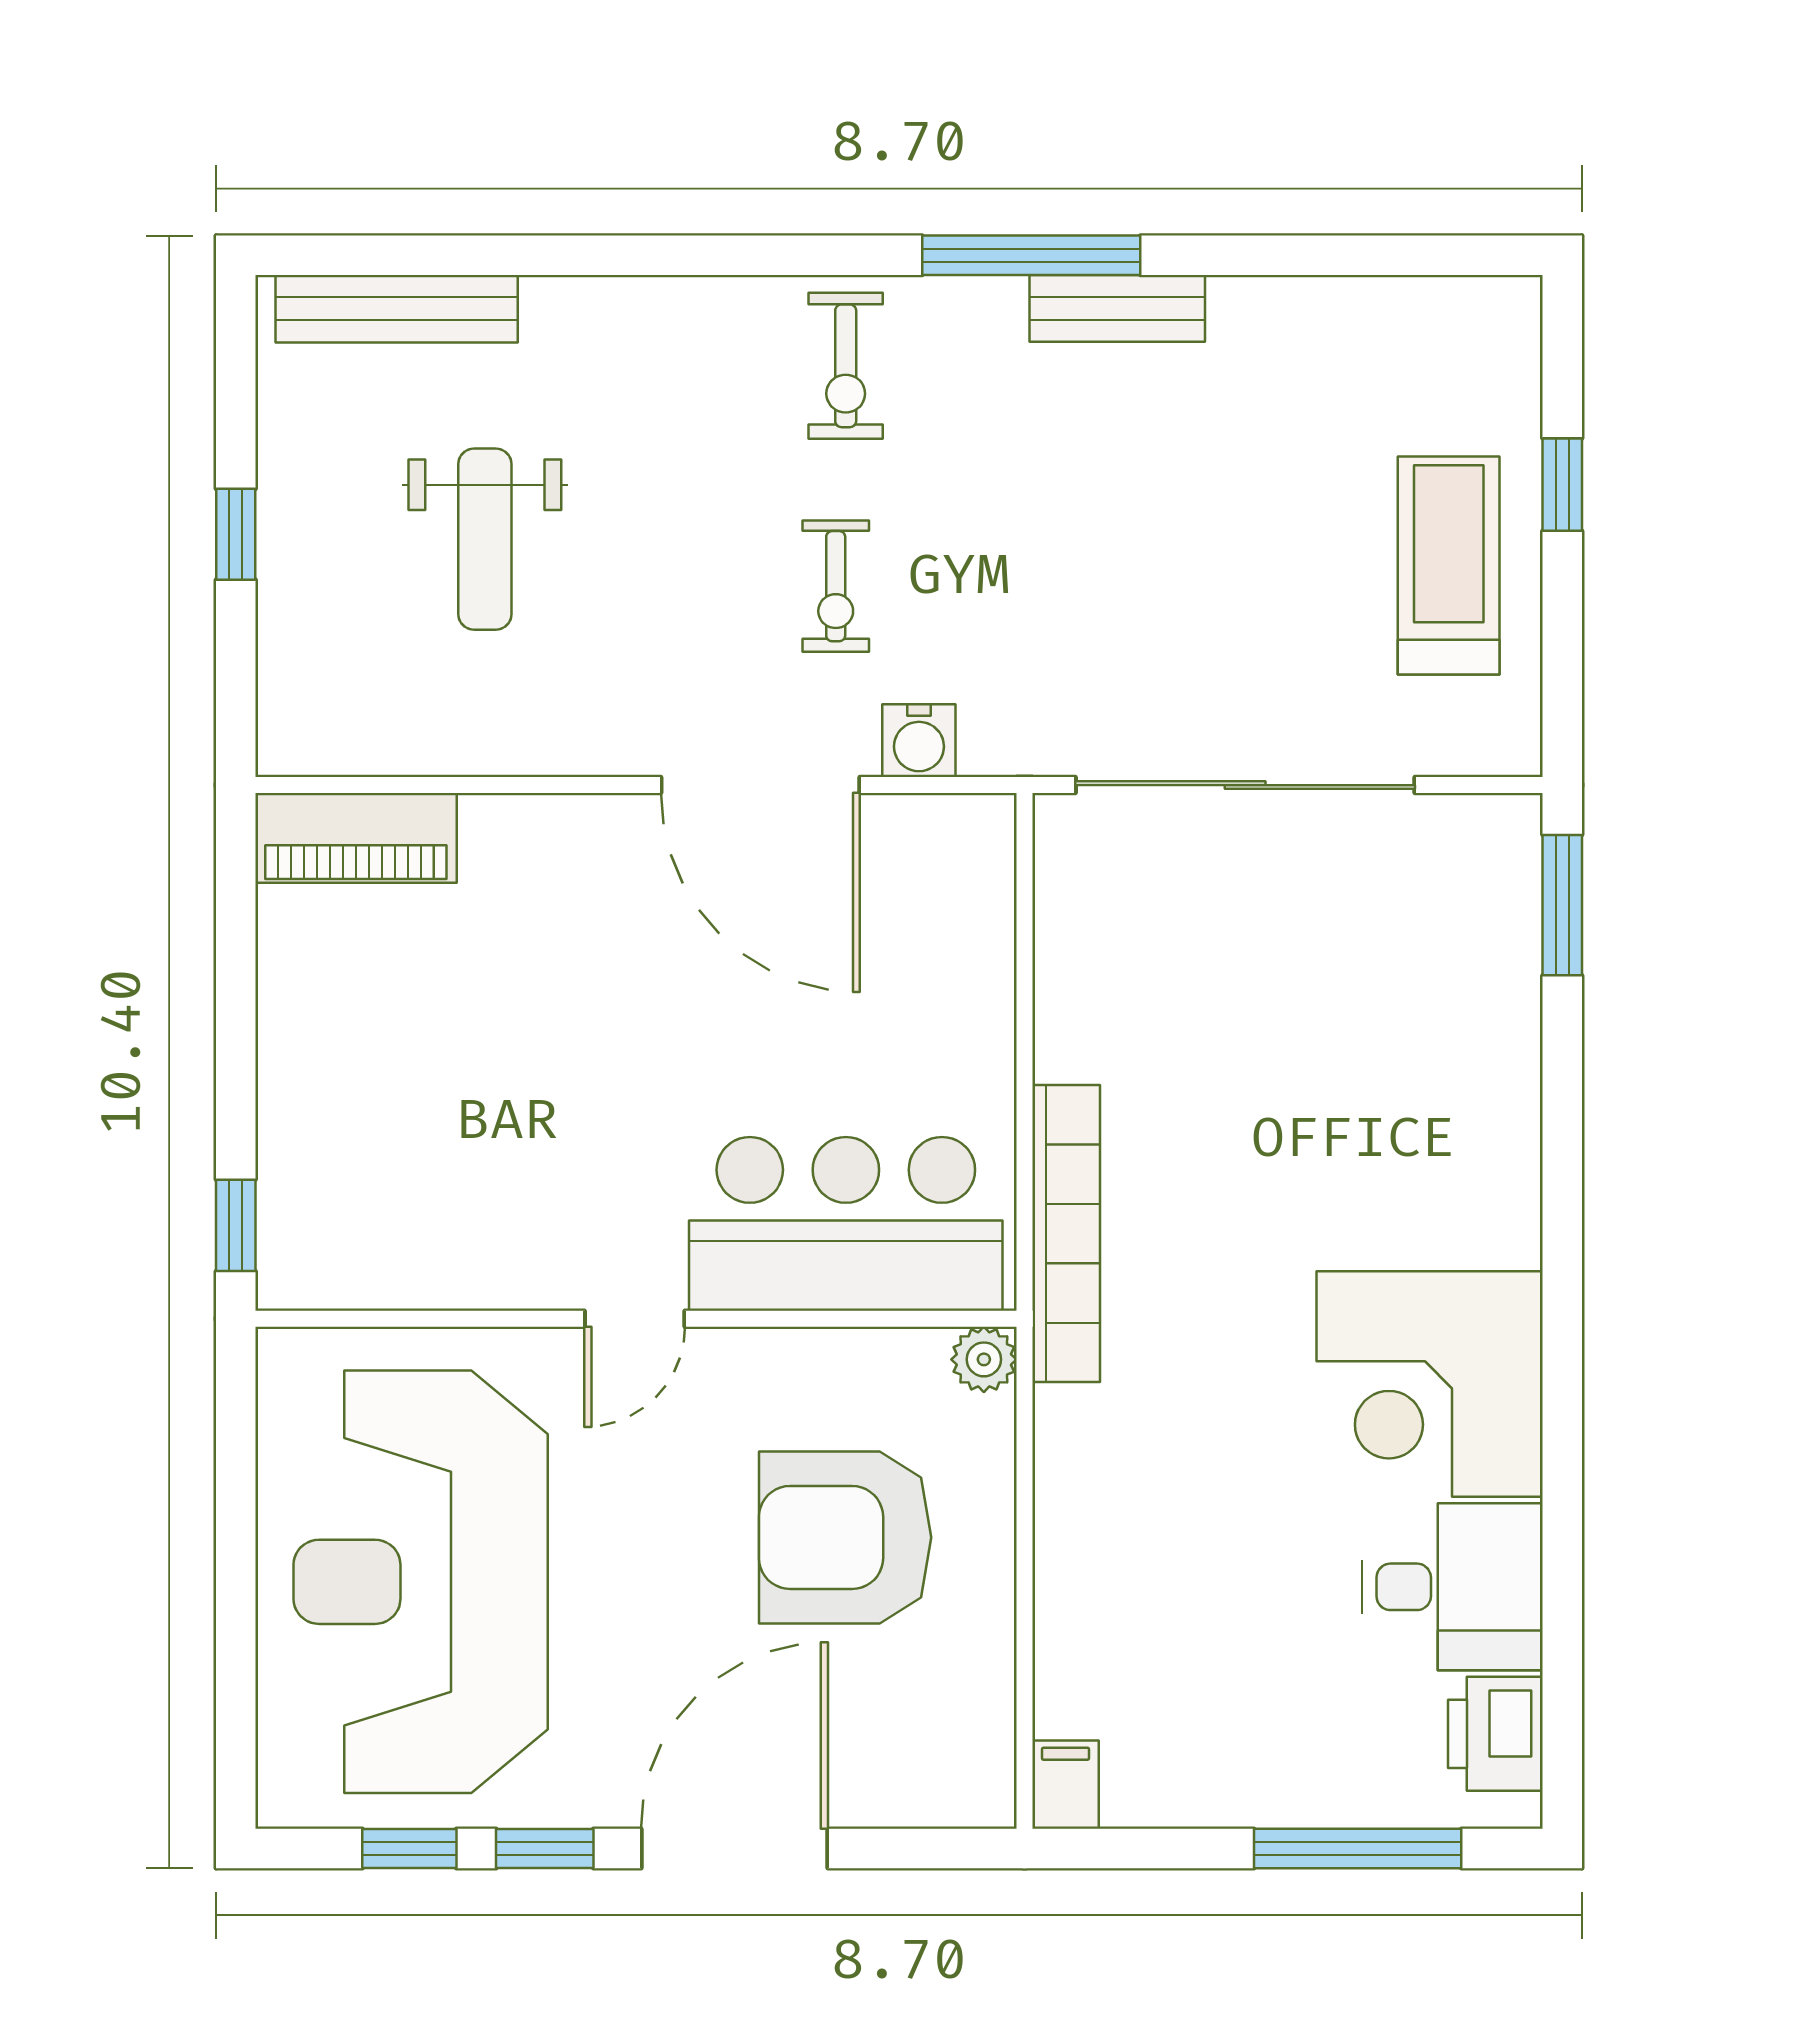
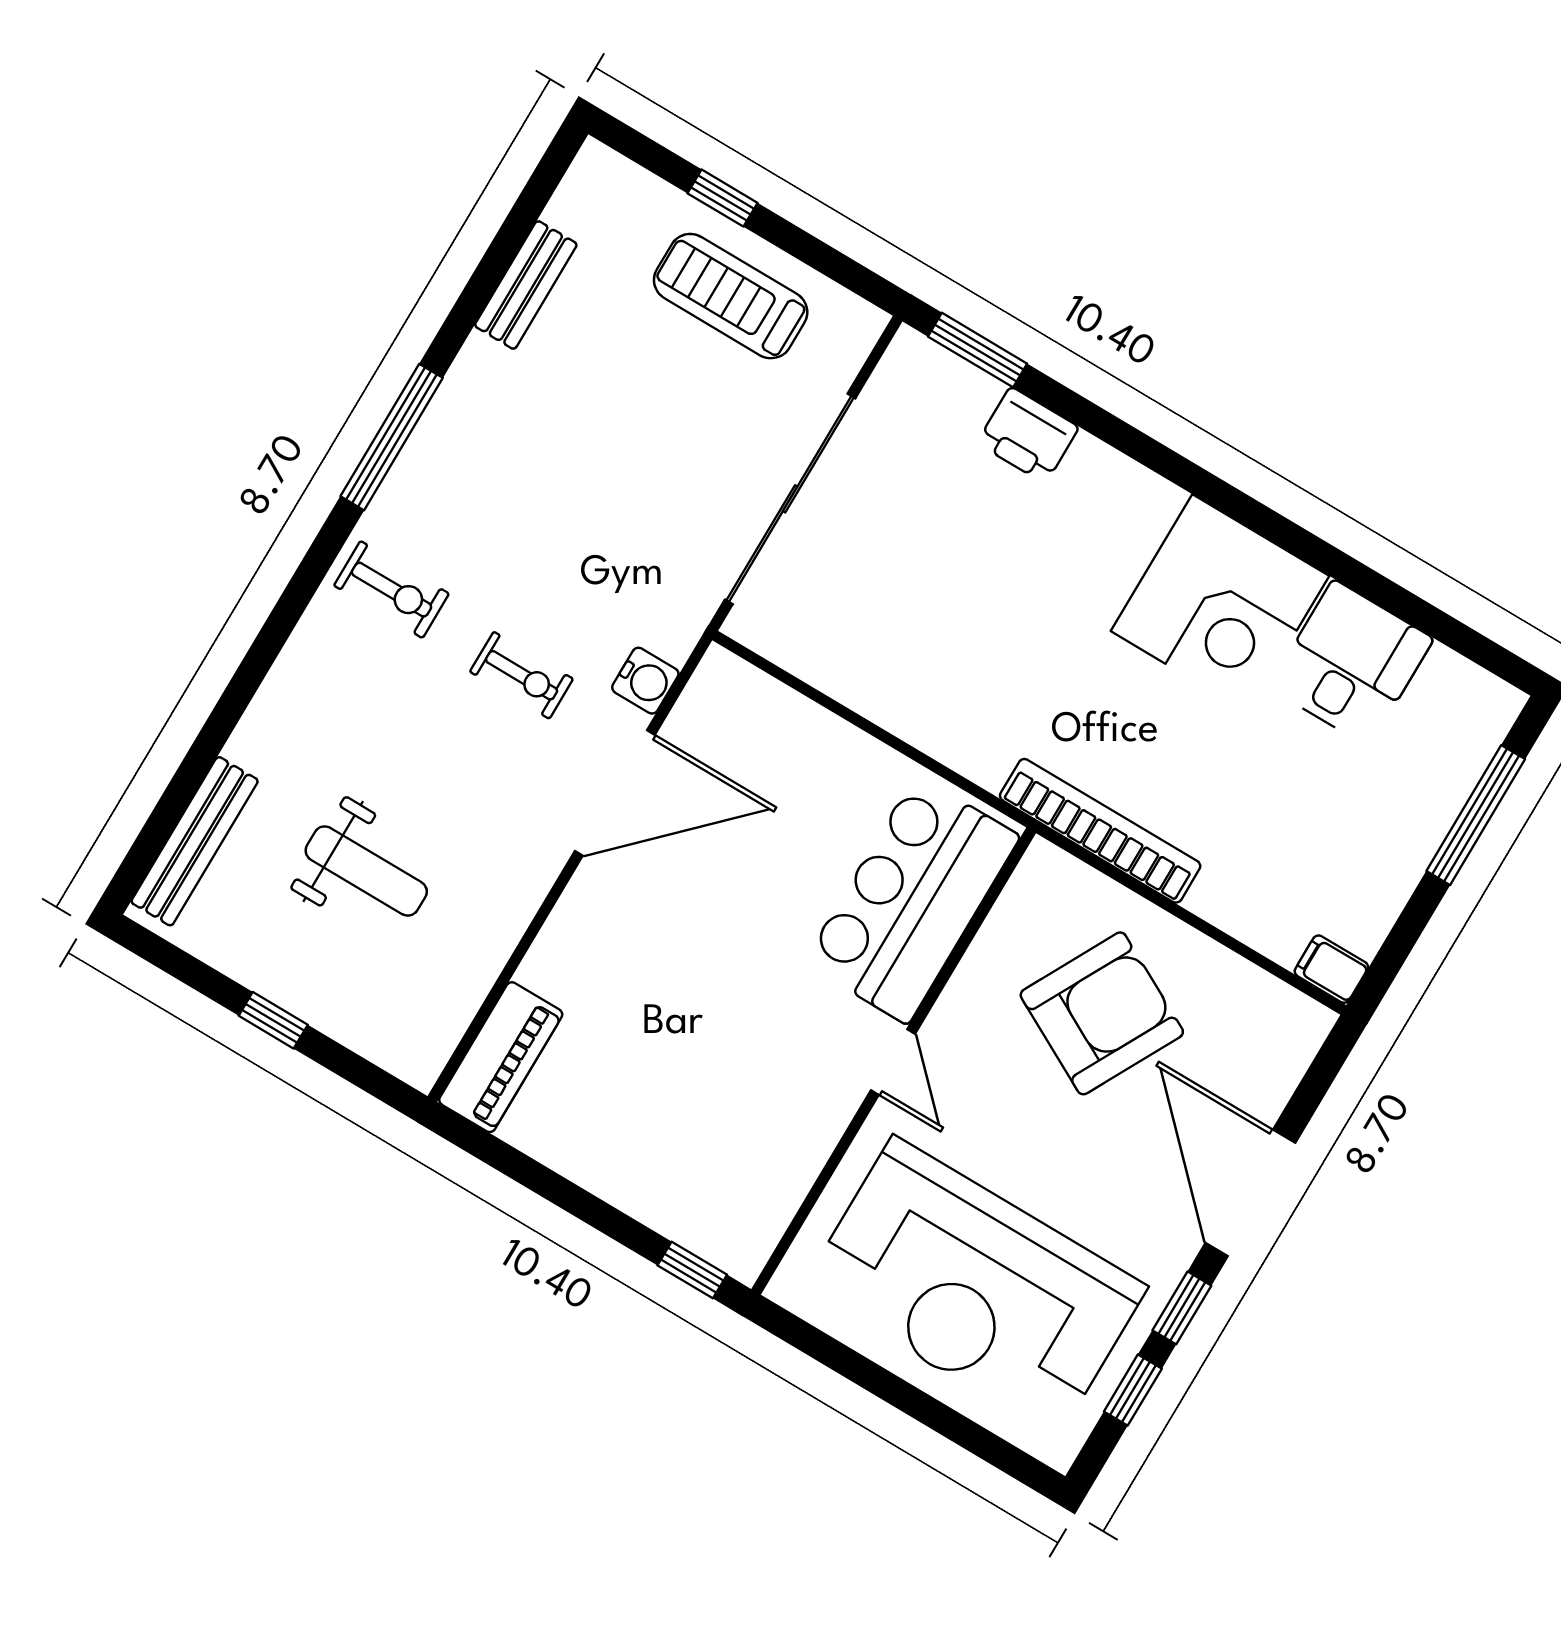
bench: (1117, 308) -> (526, 285), moved
bookcase: (1066, 1233) -> (1100, 831), moved
plant: (984, 1359) -> (1044, 865), removed
armchair: (845, 1537) -> (1102, 1013), turned -152
printer: (1495, 1734) -> (1028, 435), moved

